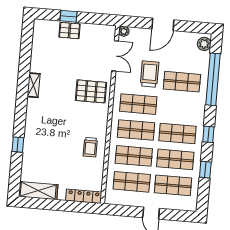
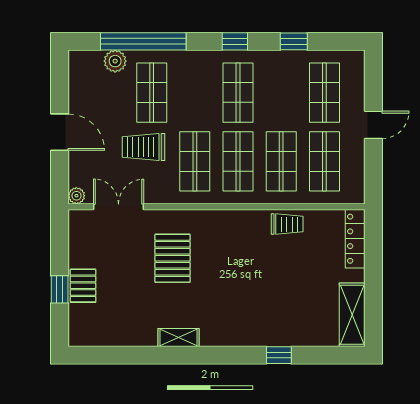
plant: (204, 44) -> (115, 61), moved
pallet: (91, 91) -> (172, 258), moved
trolley: (90, 147) -> (287, 224), moved
shop shelf: (175, 159) -> (281, 93), removed

